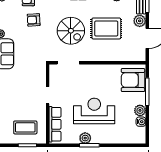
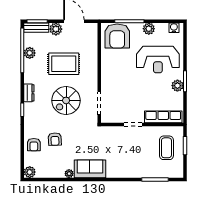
rug: (106, 28) -> (64, 64), turned 90
spiral stairs: (71, 31) -> (66, 100), turned 180
reception desk: (94, 111) -> (158, 60), moved, turned -90
water cooler: (141, 122) -> (174, 28), moved

